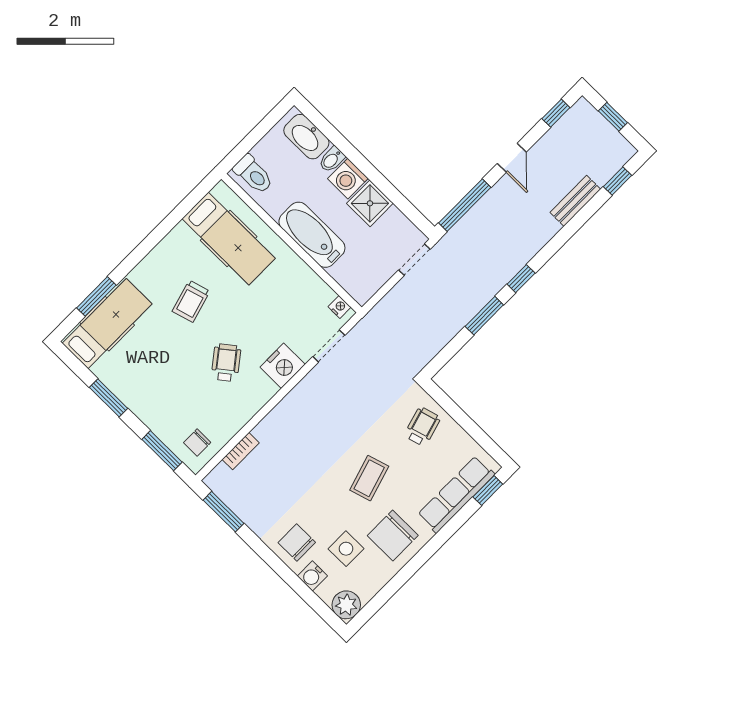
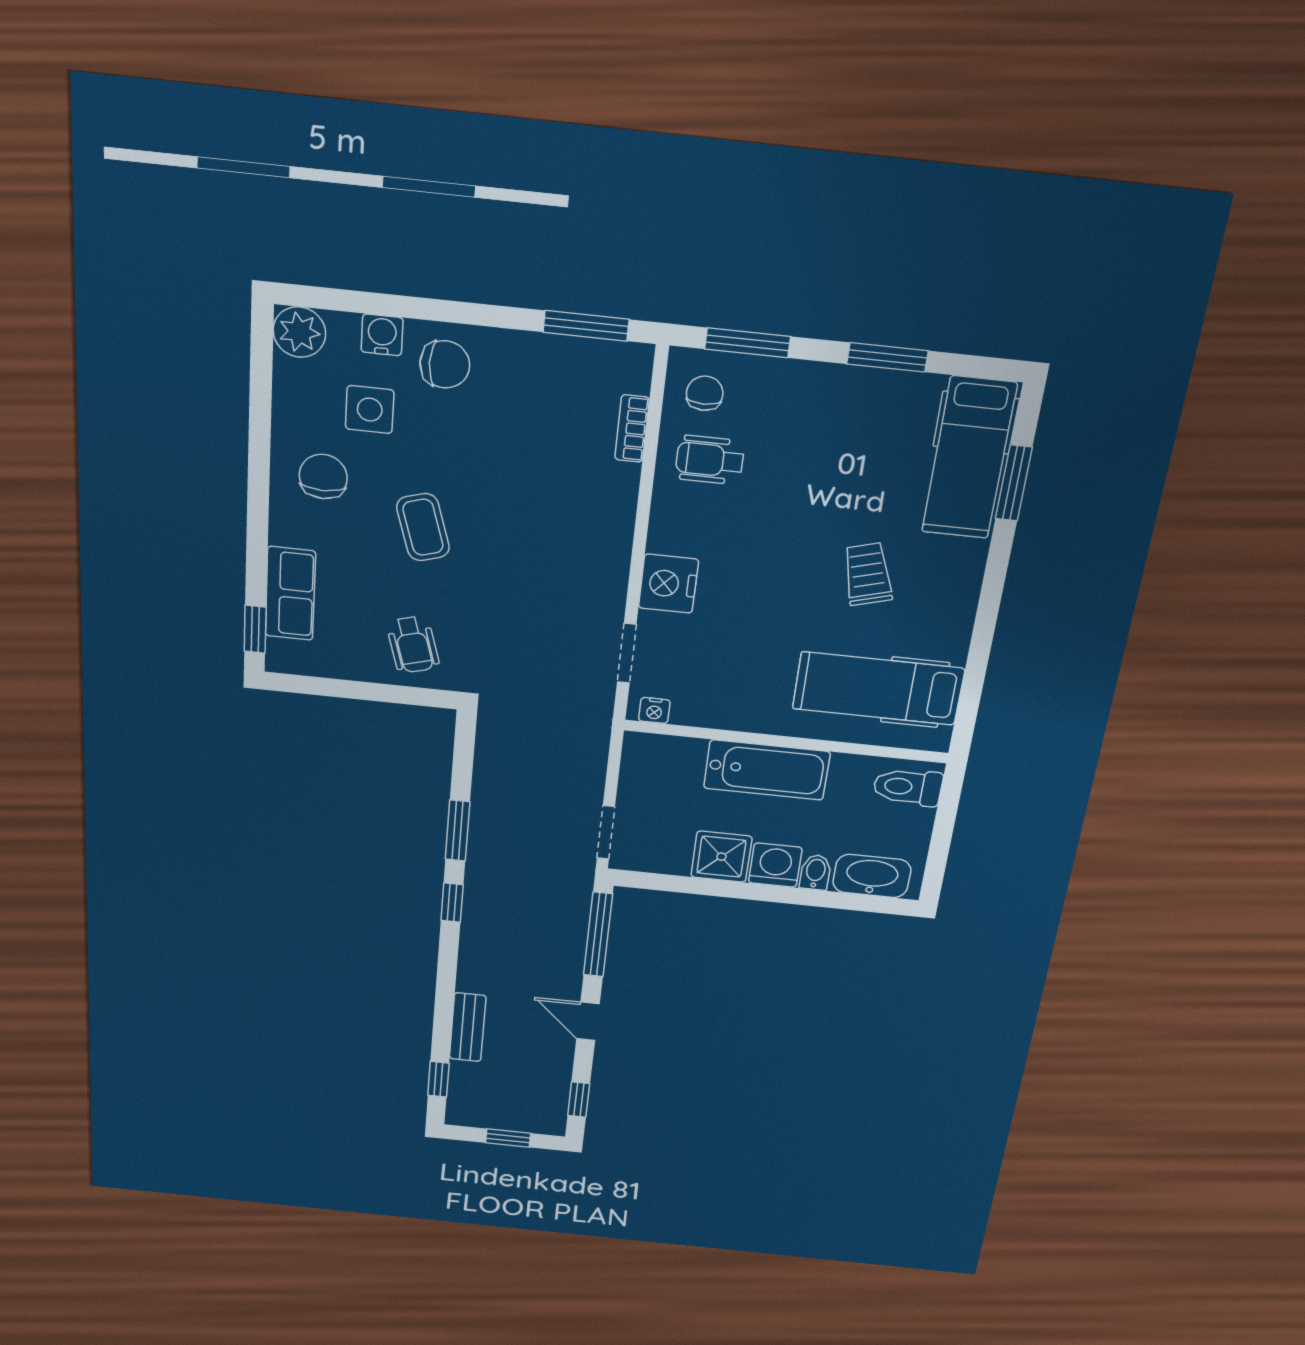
wheelchair: (226, 363) -> (710, 460), moved, turned 128
row of seats: (456, 494) -> (290, 594), width x0.68
chair: (393, 536) -> (323, 477), width x0.73, depth x0.73

